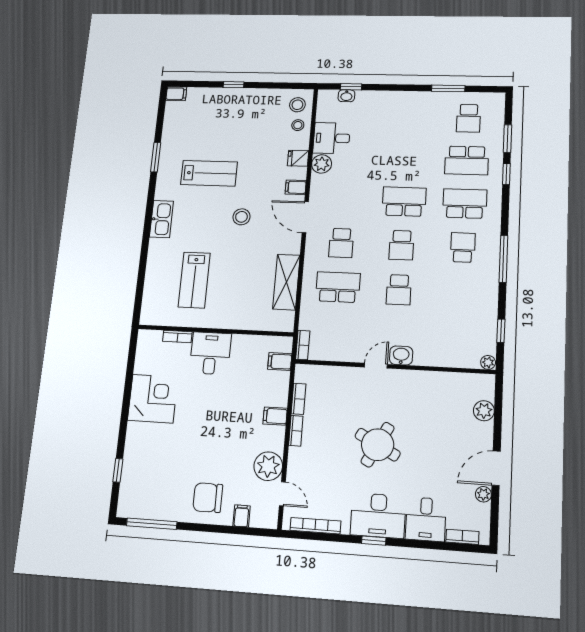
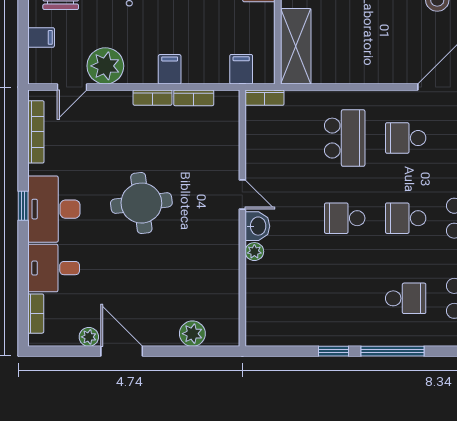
shelving: (286, 282) -> (296, 46), moved, turned 90
window: (501, 331) -> (333, 351), moved
plant: (488, 362) -> (254, 252), moved
round table: (378, 445) -> (141, 203), turned -35

